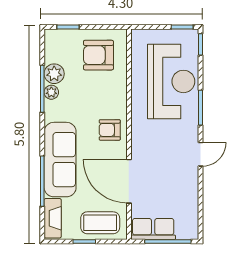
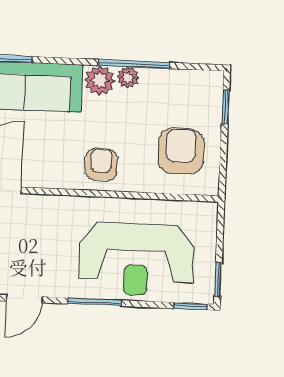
plant: (54, 74) -> (100, 80), moved
armchair: (110, 130) -> (101, 164), moved
door: (200, 154) -> (24, 299), hinge flipped

